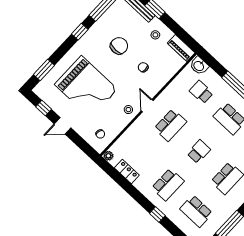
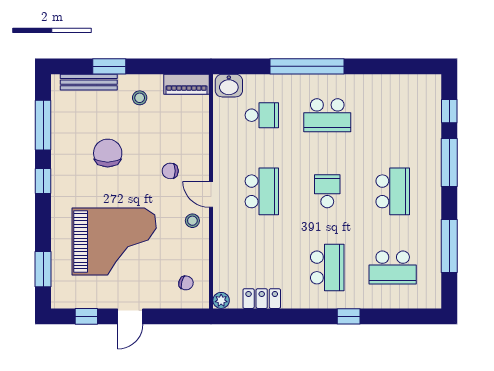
chair: (143, 67) -> (170, 171), moved
school desk: (201, 92) -> (262, 115), turned 180

